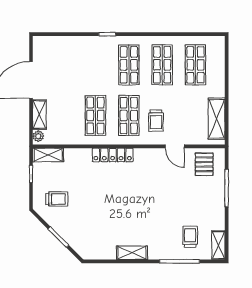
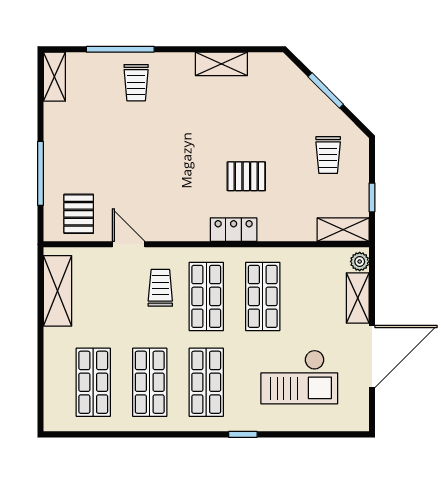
checkout: (74, 68) -> (299, 377), added
locker: (113, 155) -> (234, 230), width x0.66
pallet: (105, 186) -> (246, 176), added
trolley: (57, 199) -> (328, 155), turned -90
trolley: (190, 237) -> (136, 83), moved
shelving: (132, 253) -> (221, 64), moved

